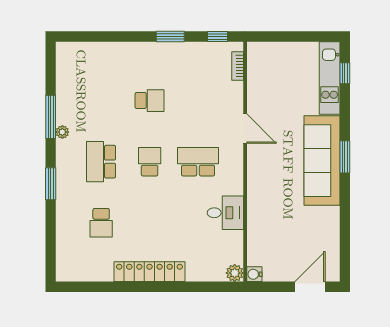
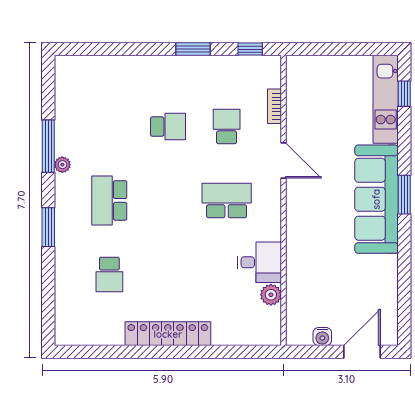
bookcase: (238, 66) -> (274, 106), moved
school desk: (150, 162) -> (227, 127), moved
plant: (235, 273) -> (271, 295), moved
water cooler: (254, 274) -> (322, 337), moved, turned -90

